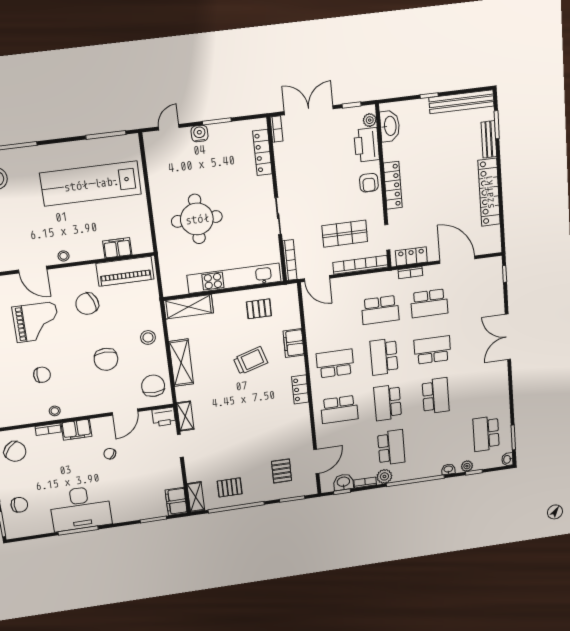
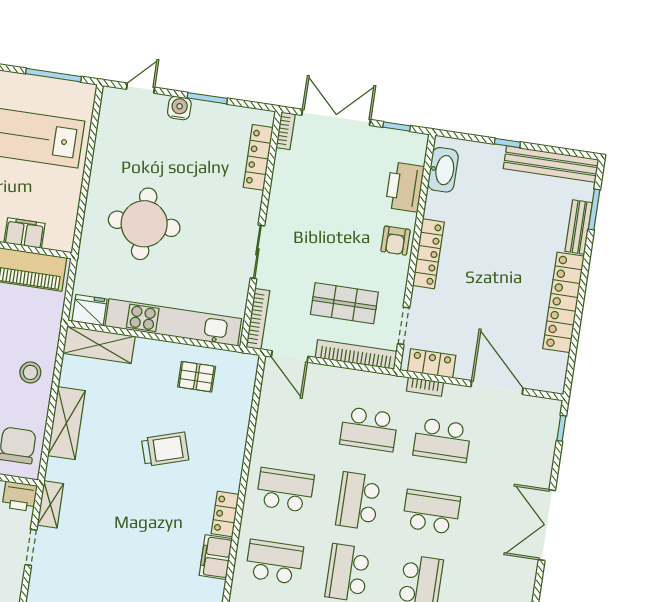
plant: (370, 120) -> (417, 154), removed
fridge: (176, 286) -> (89, 310), added
filing cabinet: (294, 343) -> (216, 557), moved
school desk: (339, 409) -> (274, 562), turned 180

